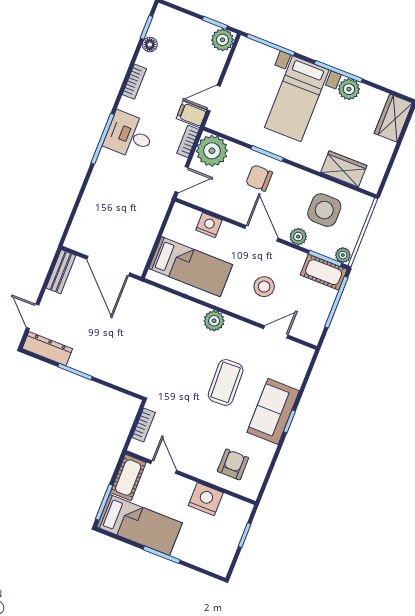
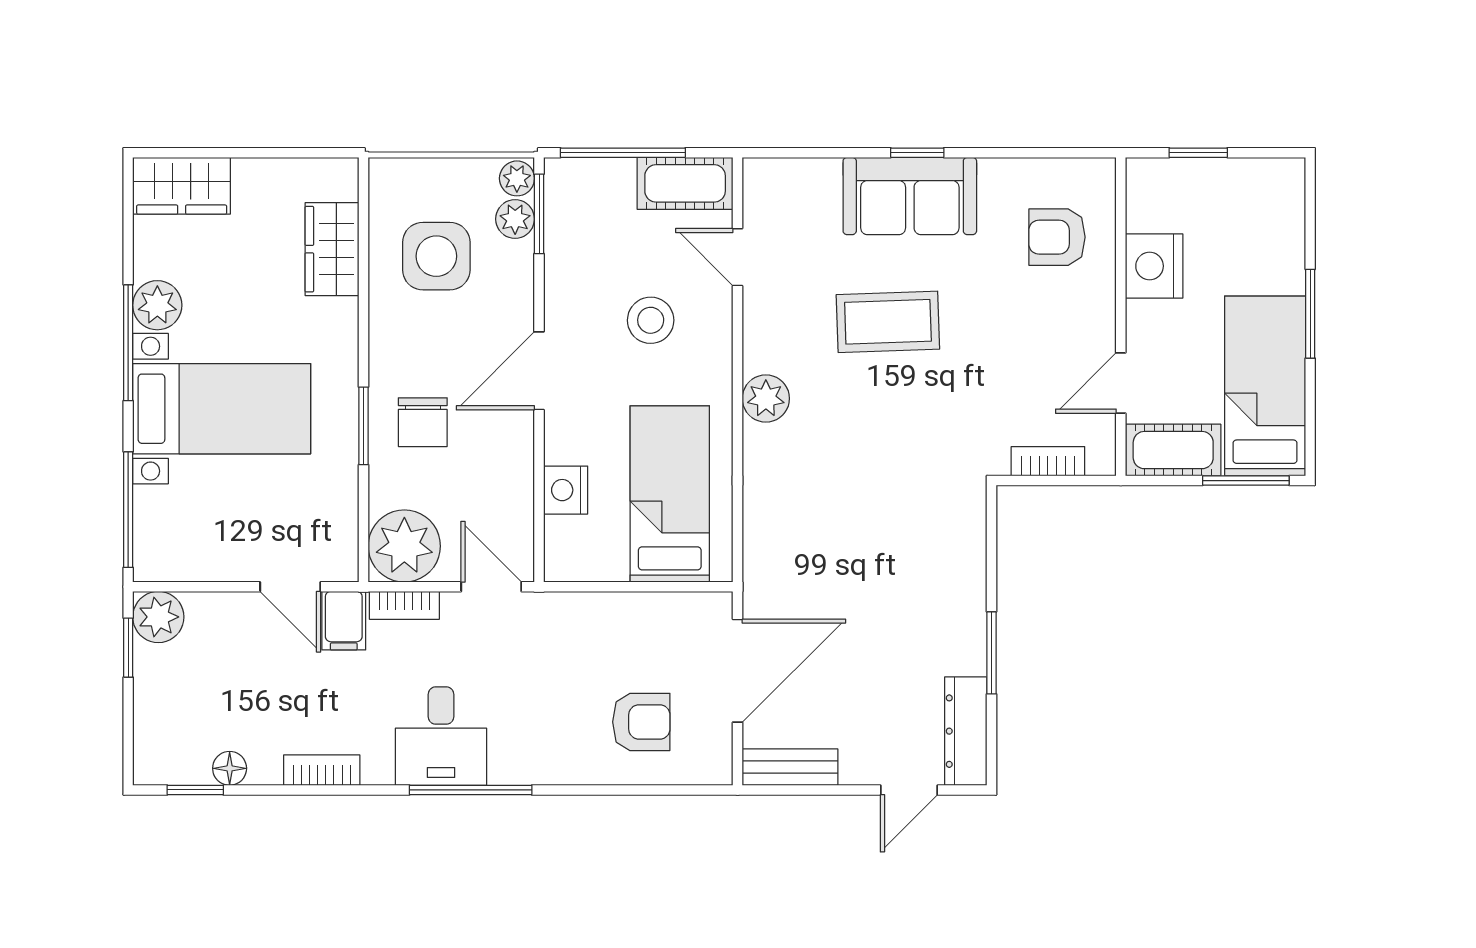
armchair: (103, 219) -> (641, 722), added
plant: (298, 237) -> (515, 219), moved
cot: (324, 272) -> (685, 183), moved, turned 90

